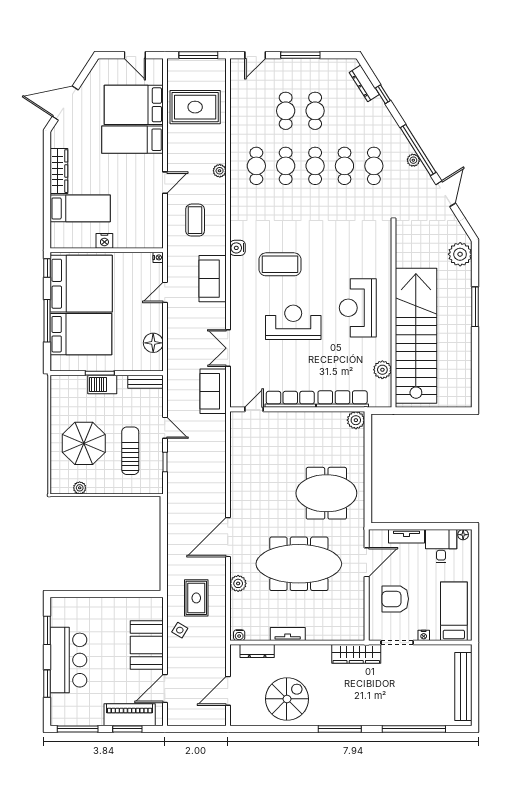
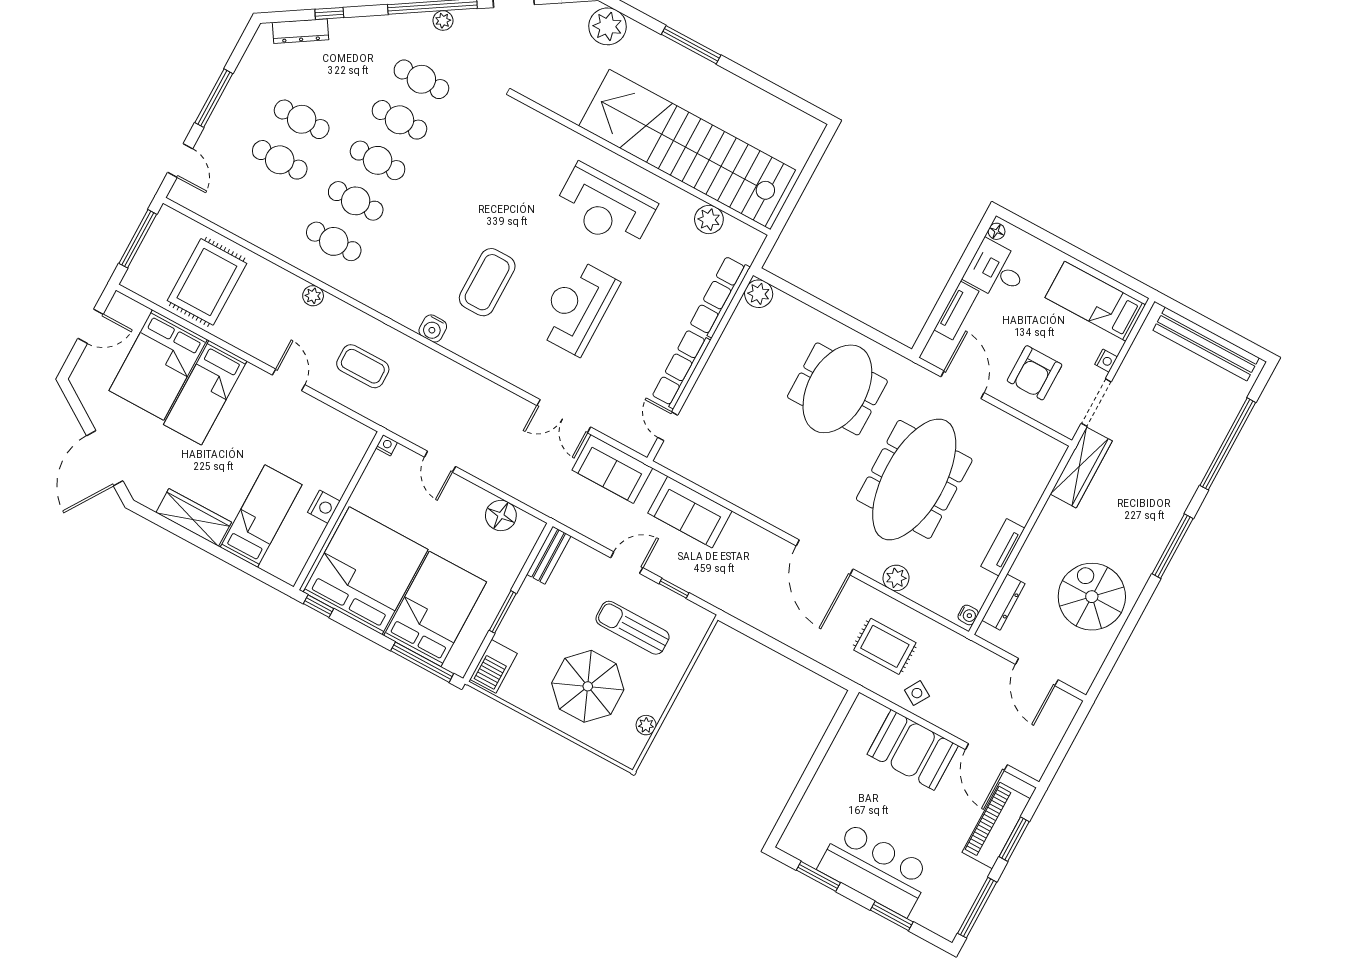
sofa: (213, 279) -> (690, 512), moved
window: (47, 321) -> (422, 662), moved
barbecue: (102, 384) -> (494, 666), moved

